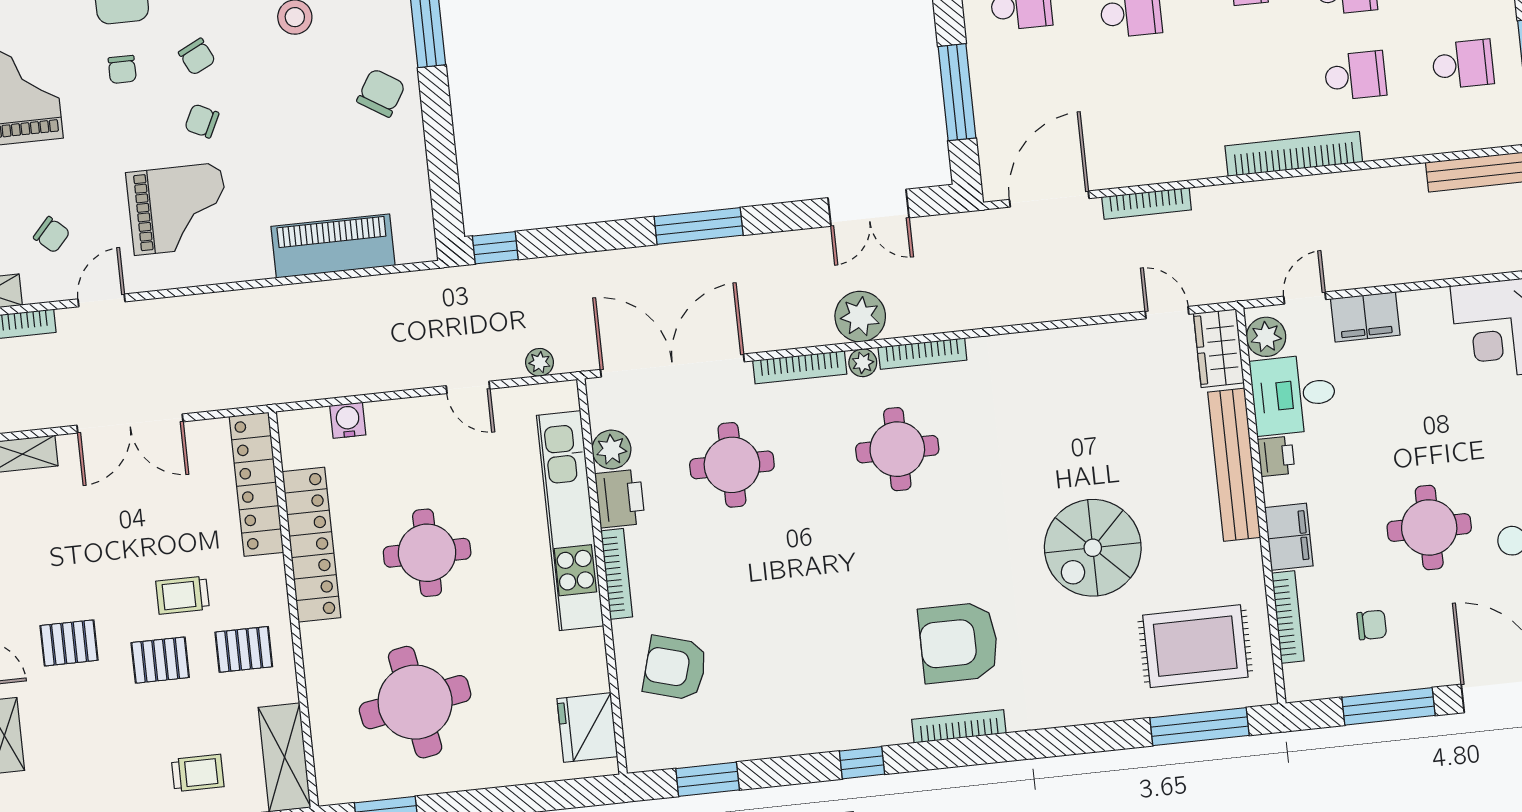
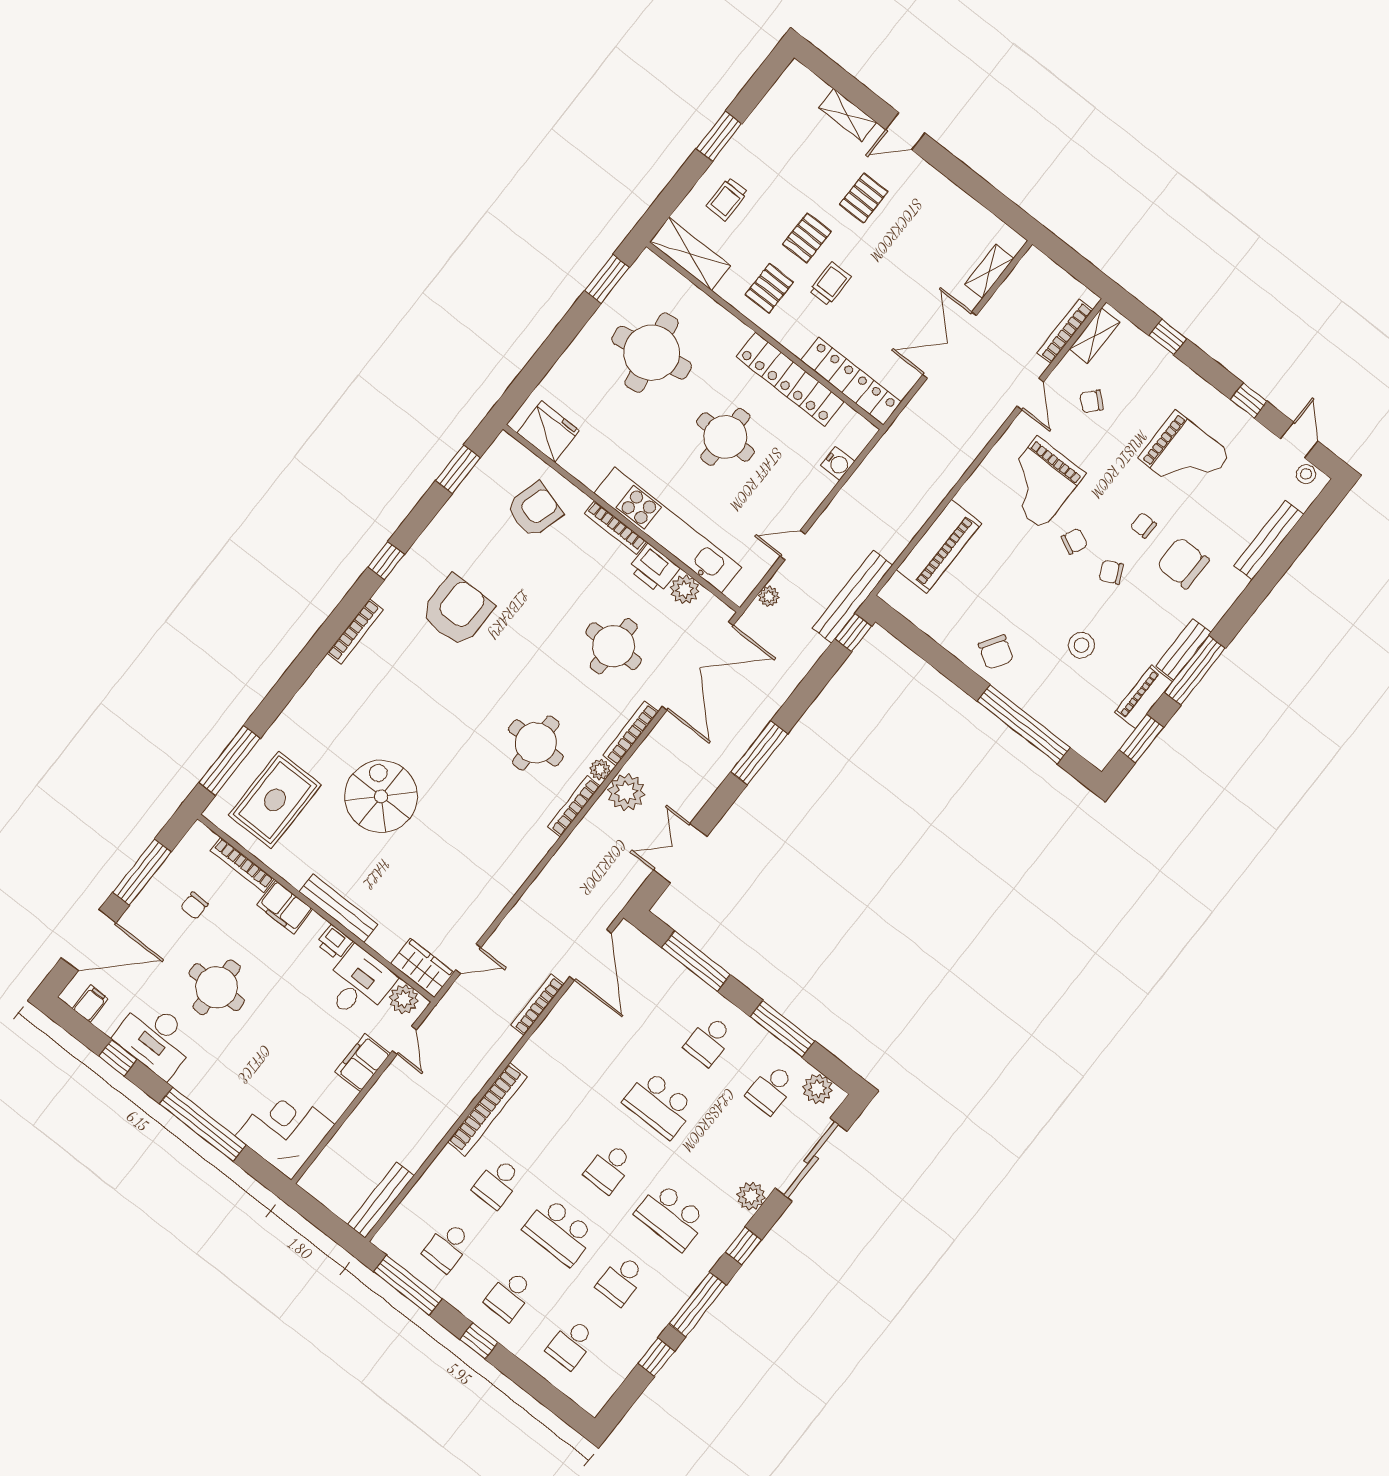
bench: (462, 282) -> (852, 597), added
bench: (1234, 465) -> (339, 908), width x0.73, depth x0.82
armchair: (959, 643) -> (457, 610), moved

